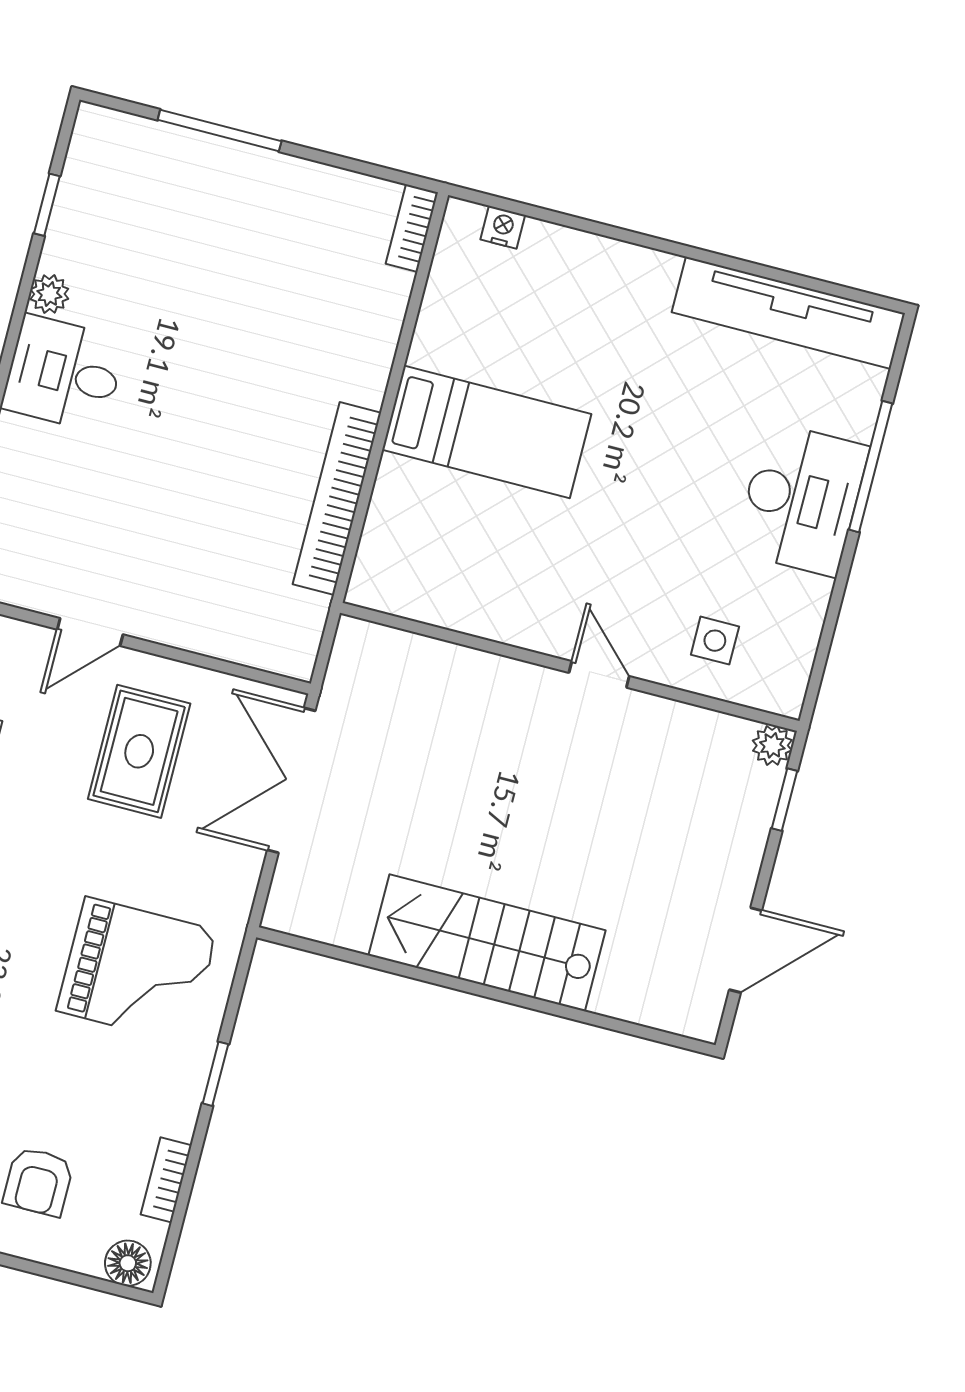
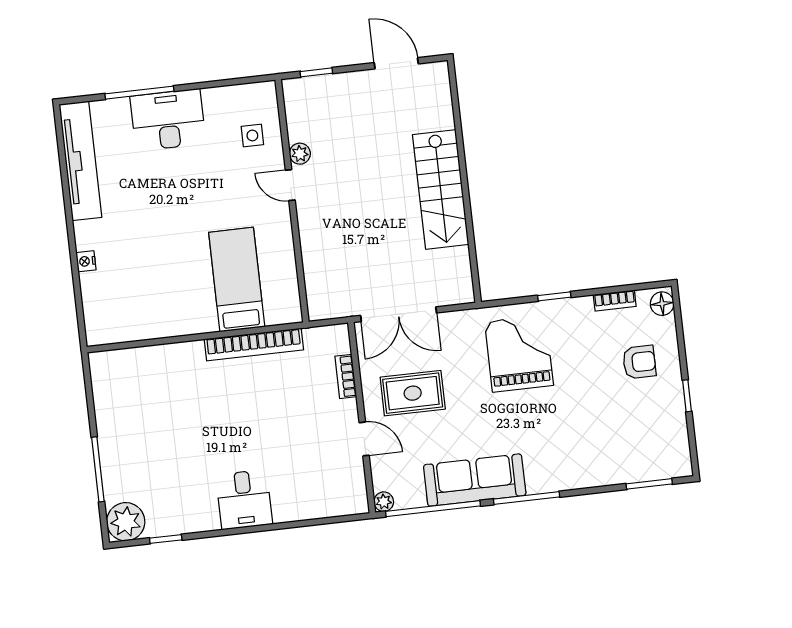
nightstand: (503, 227) -> (86, 261), moved
bookcase: (412, 228) -> (346, 376), moved, turned 90
plant: (49, 294) -> (126, 522), moved, width x1.88, depth x1.88
bed: (487, 432) -> (237, 280), moved
door: (599, 674) -> (290, 185), hinge flipped
plant: (772, 745) -> (300, 154), moved

